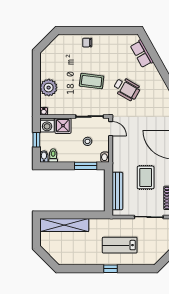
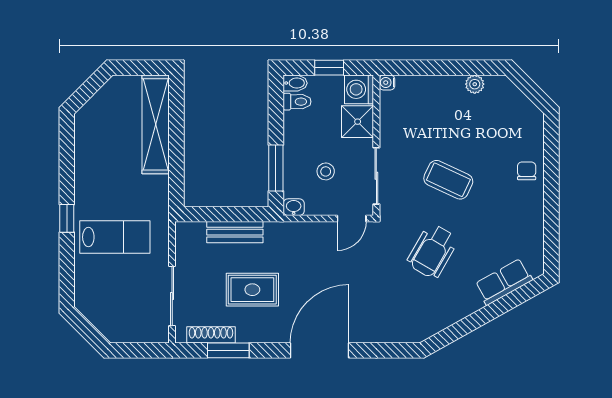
coffee table: (92, 81) -> (448, 180), turned -72
plant: (49, 88) -> (475, 84), moved, width x0.53, depth x0.53
bench: (117, 191) -> (235, 232), width x0.73
lab bench: (120, 245) -> (115, 237), turned 90

